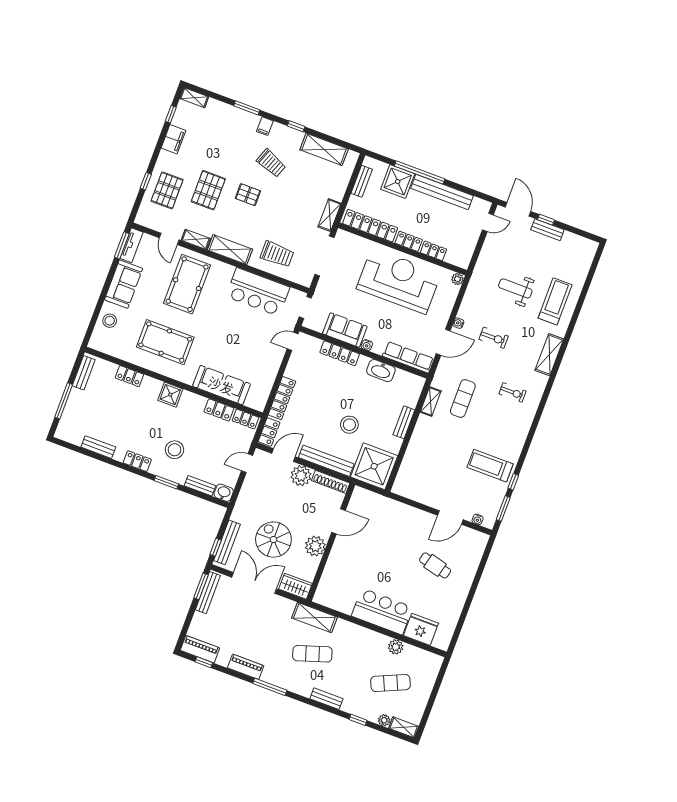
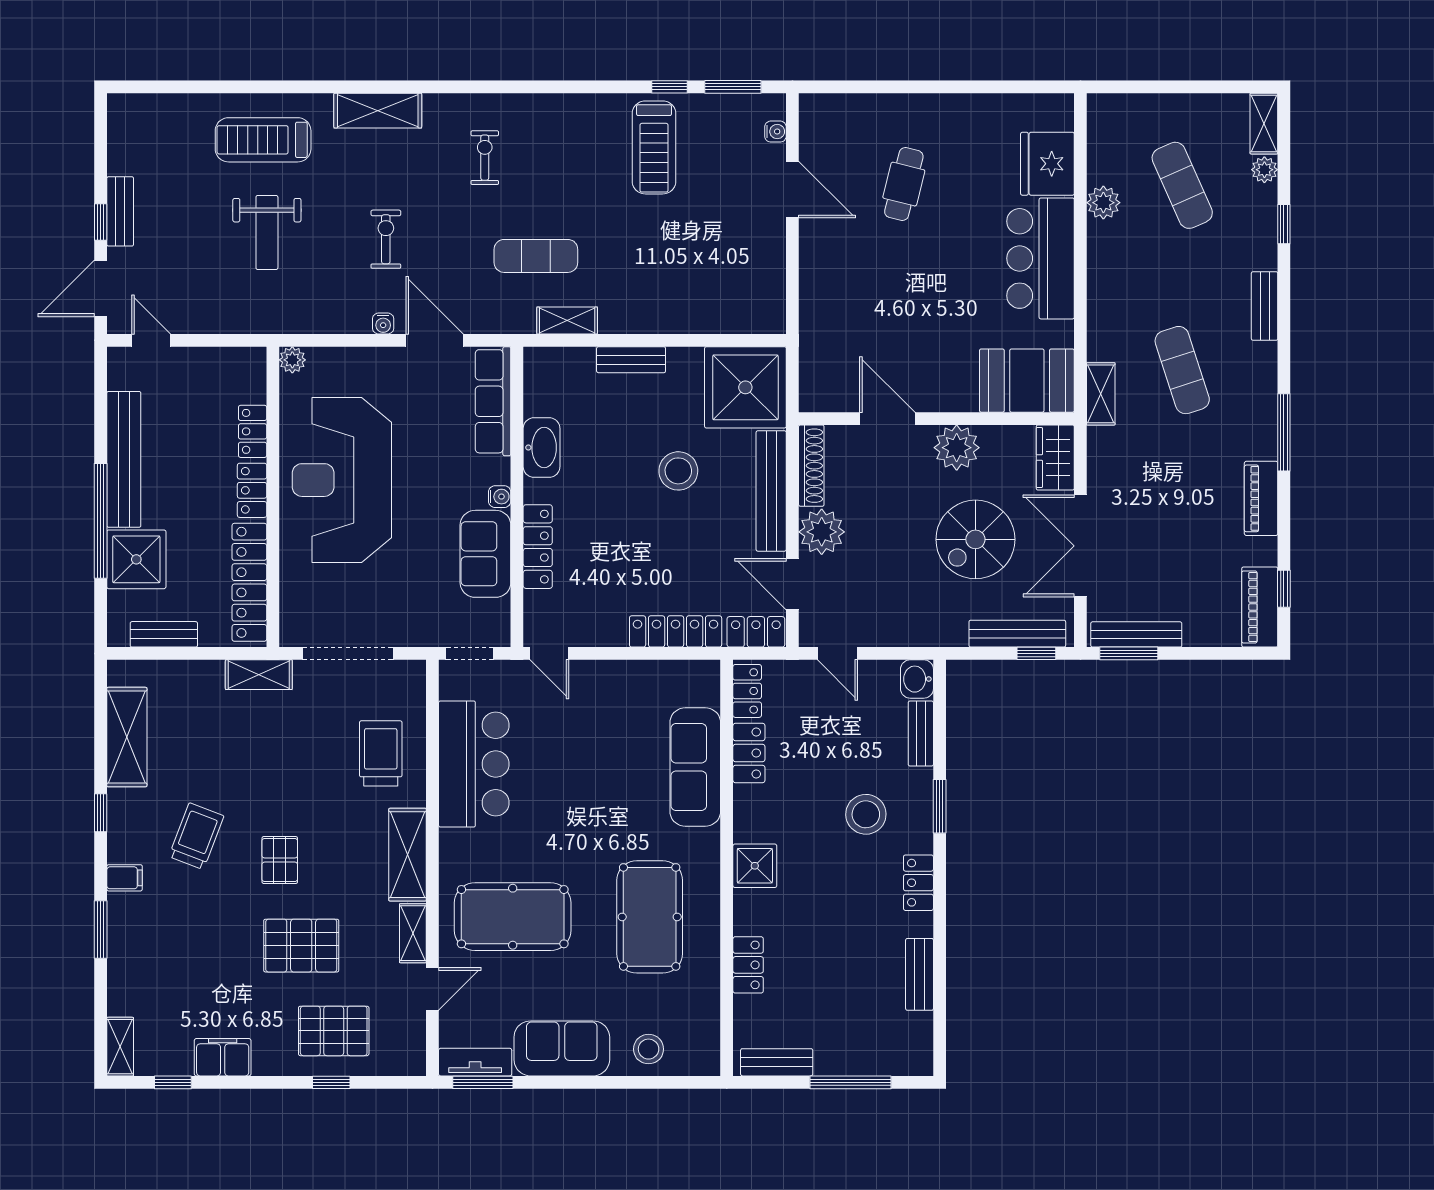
booth: (332, 586) -> (1027, 381), added
shelving: (314, 618) -> (1101, 394), width x0.67, depth x0.75

